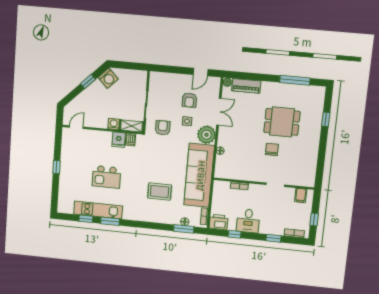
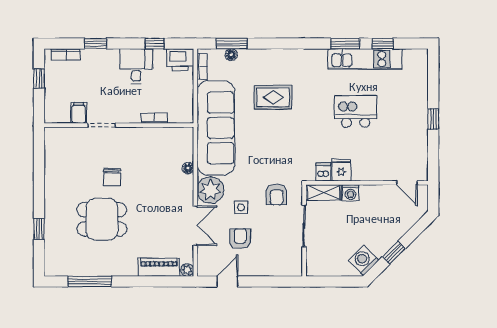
double door: (219, 112) -> (195, 226), swing flipped
door: (76, 127) -> (407, 183), hinge flipped
filing cabinet: (301, 195) -> (79, 113), moved

